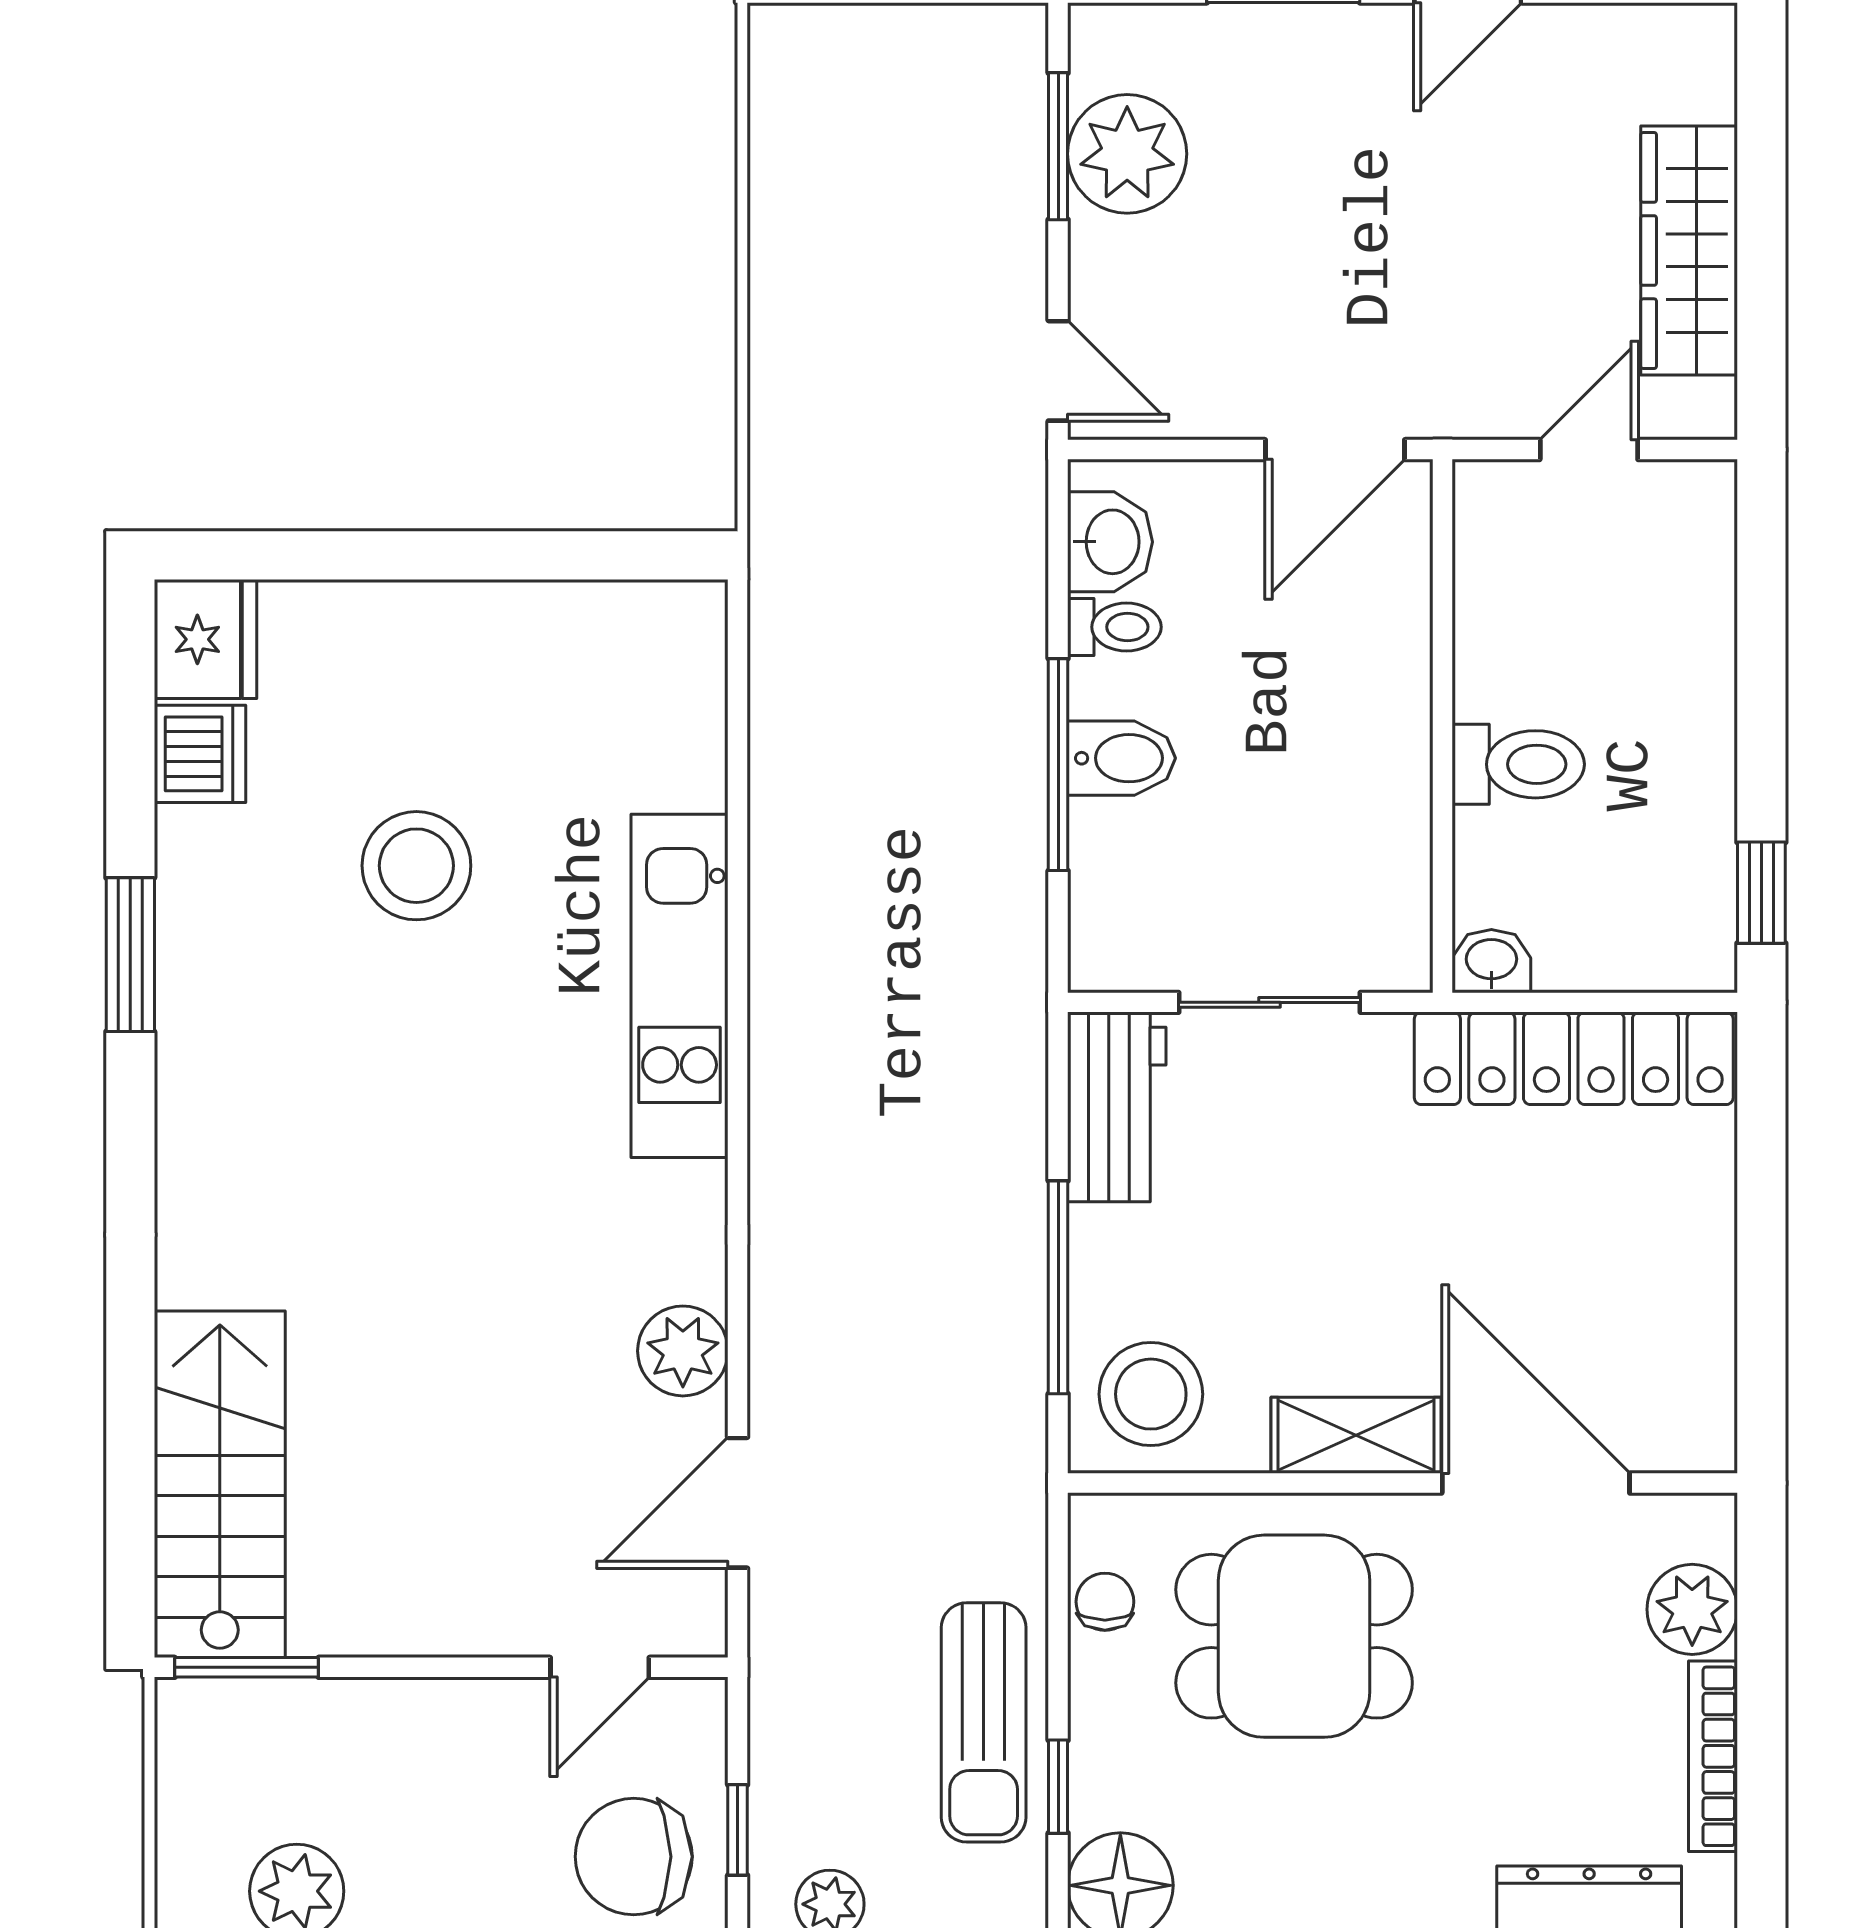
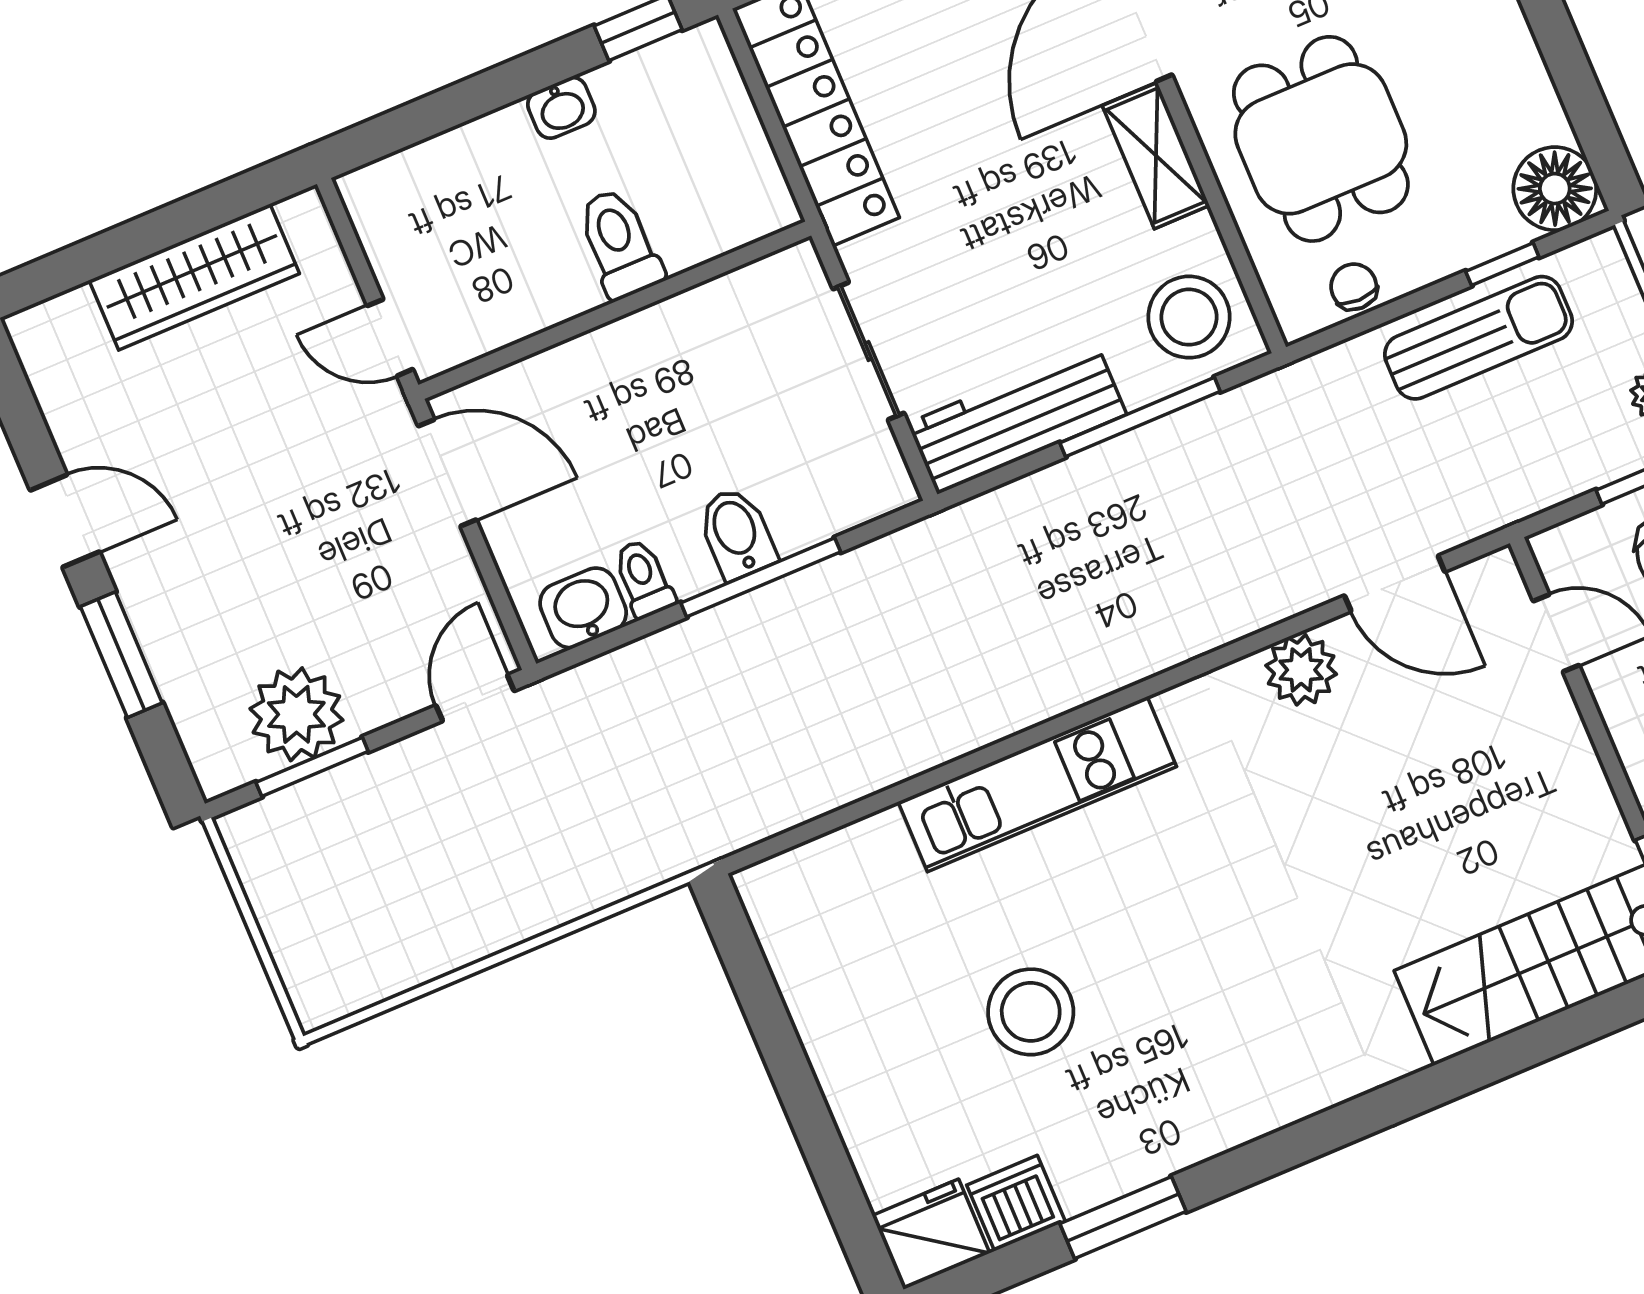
door: (1589, 450) -> (390, 338), moved
window: (130, 955) -> (1123, 1218), moved
washbasin: (1491, 961) -> (561, 108), moved, turned -90
workbench: (1117, 1107) -> (1017, 419), width x1.38
chair: (1105, 1602) -> (1354, 287), turned 90

